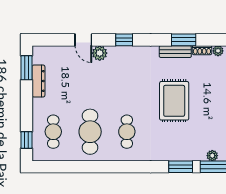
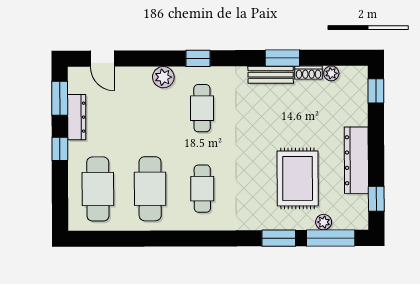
door: (83, 40) -> (102, 59), moved
cafe table: (127, 75) -> (202, 108), added
rug: (174, 101) -> (298, 178), moved
cafe table: (53, 132) -> (98, 189), width x1.37, depth x1.35
window: (27, 140) -> (60, 149), moved

